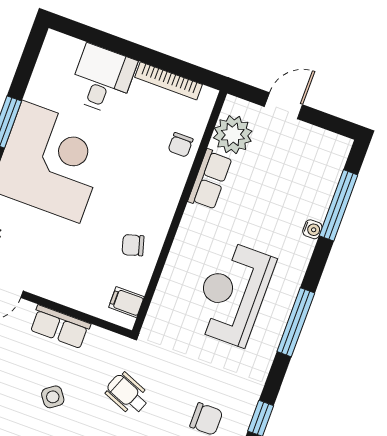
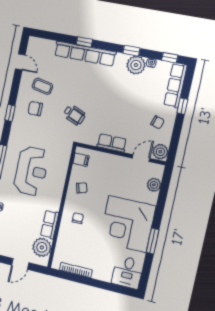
desk: (102, 79) -> (127, 272), moved
chair: (181, 145) -> (78, 218), moved
side table: (53, 397) -> (110, 108), removed

